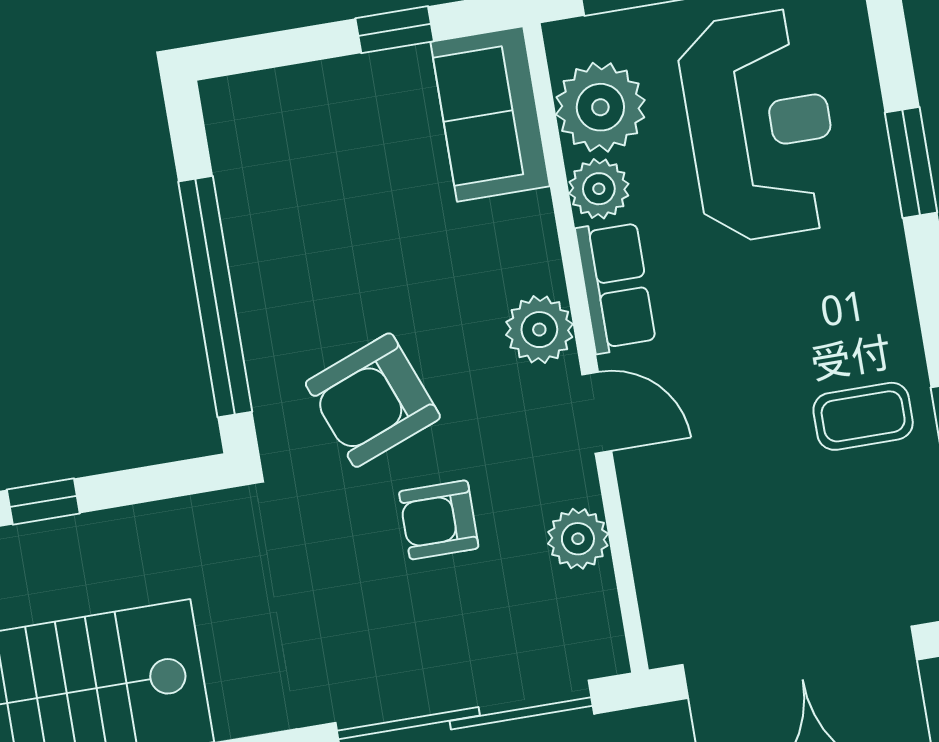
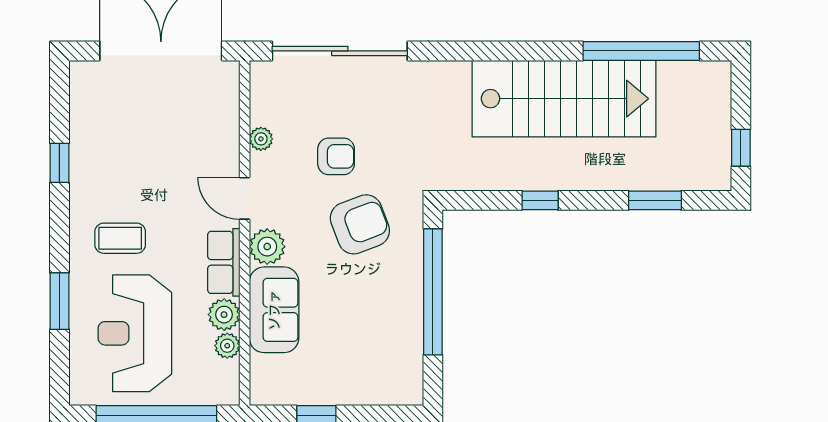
plant: (600, 107) -> (227, 346), width x0.53, depth x0.53
sofa: (490, 114) -> (274, 310), moved
coffee table: (863, 416) -> (120, 238), moved
plant: (578, 539) -> (261, 139), width x0.73, depth x0.73

